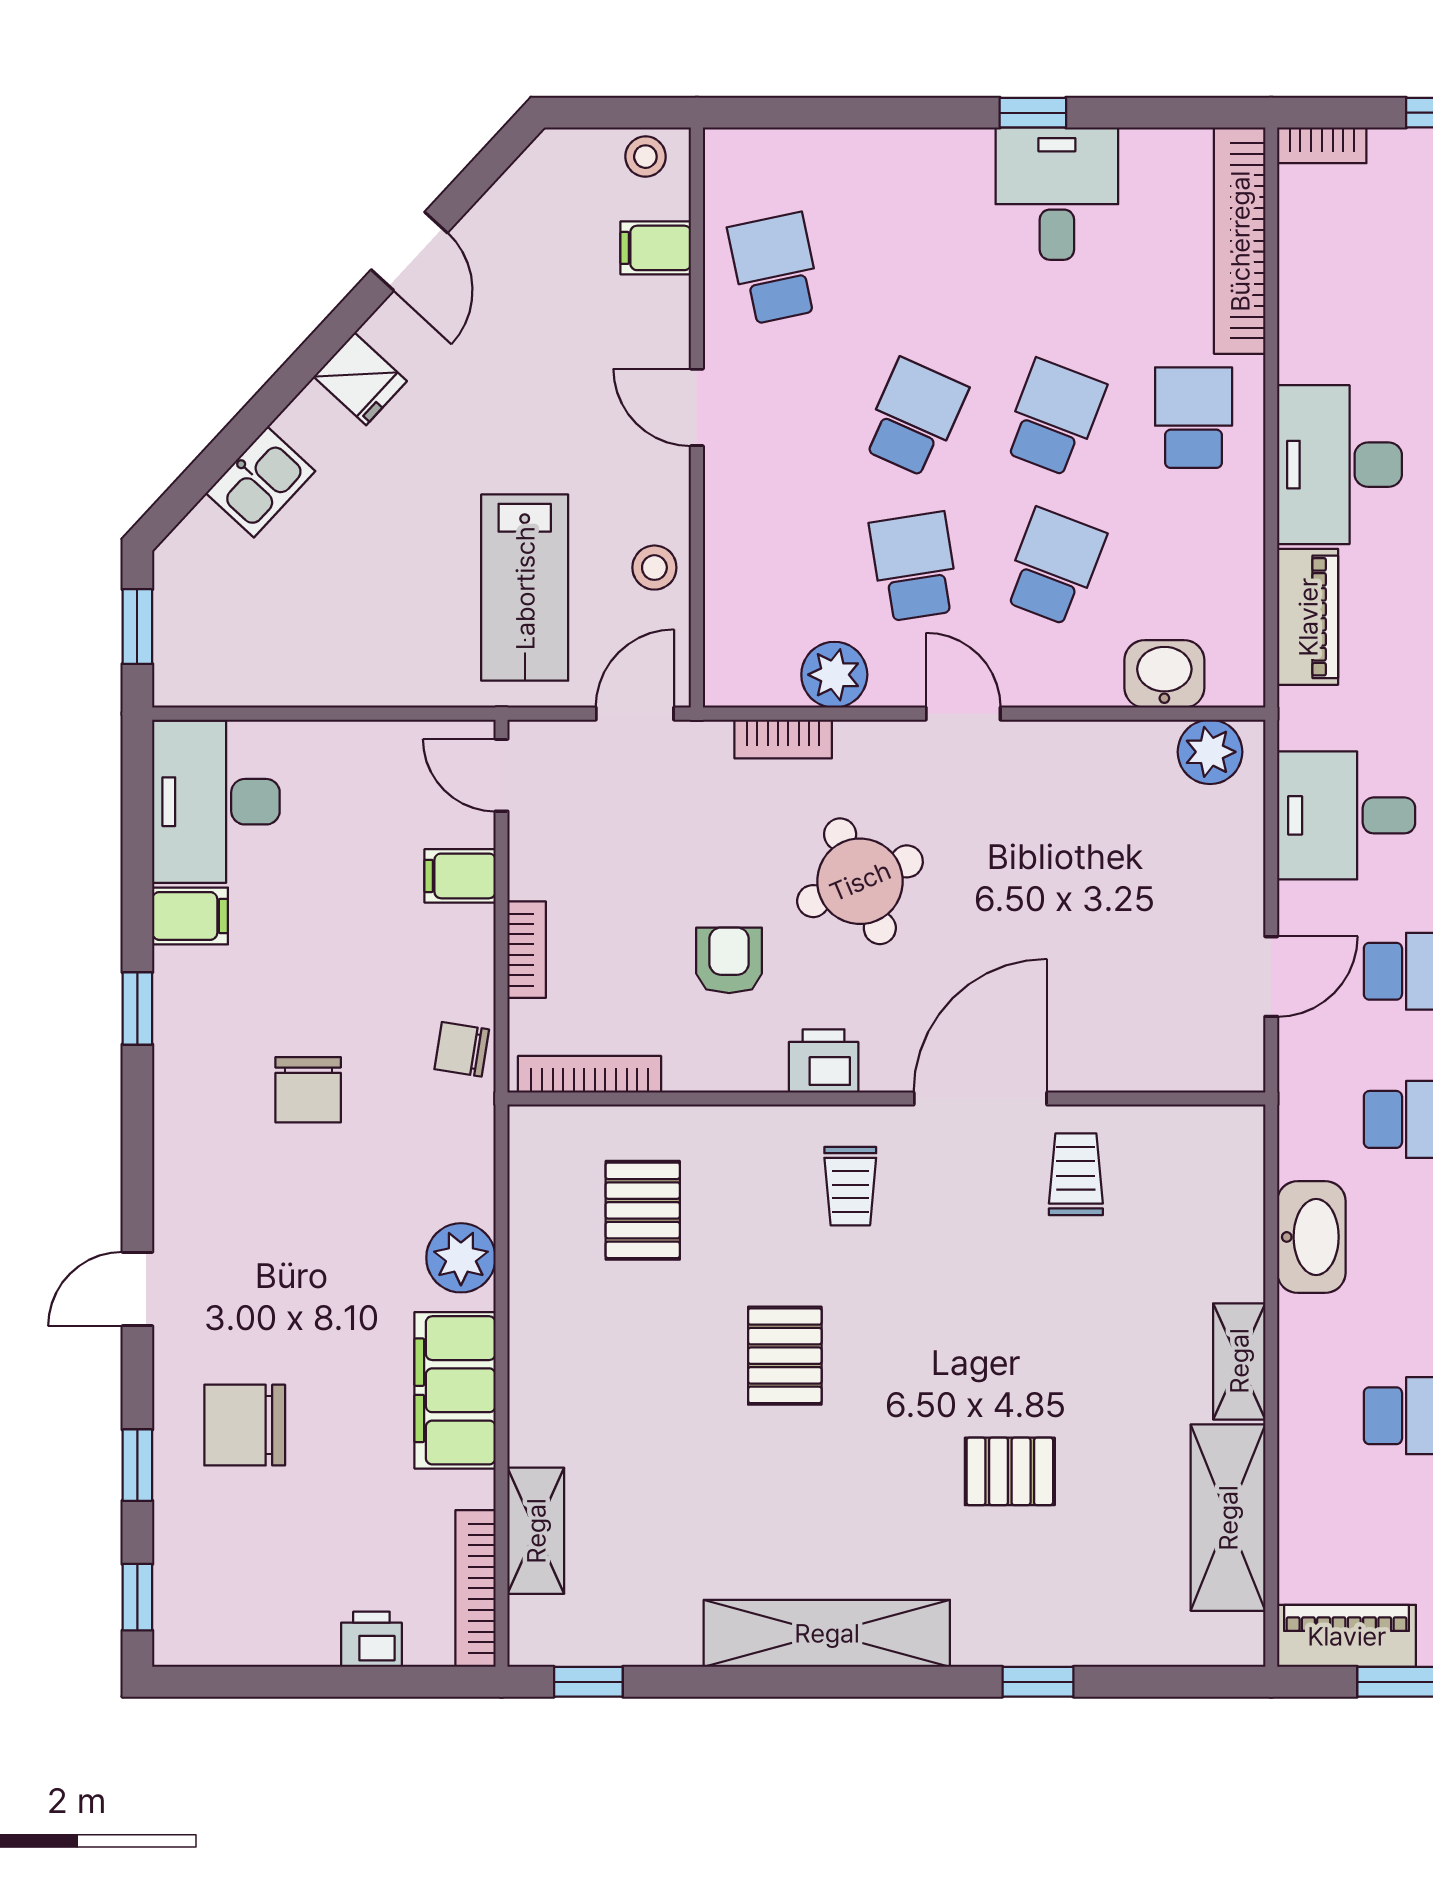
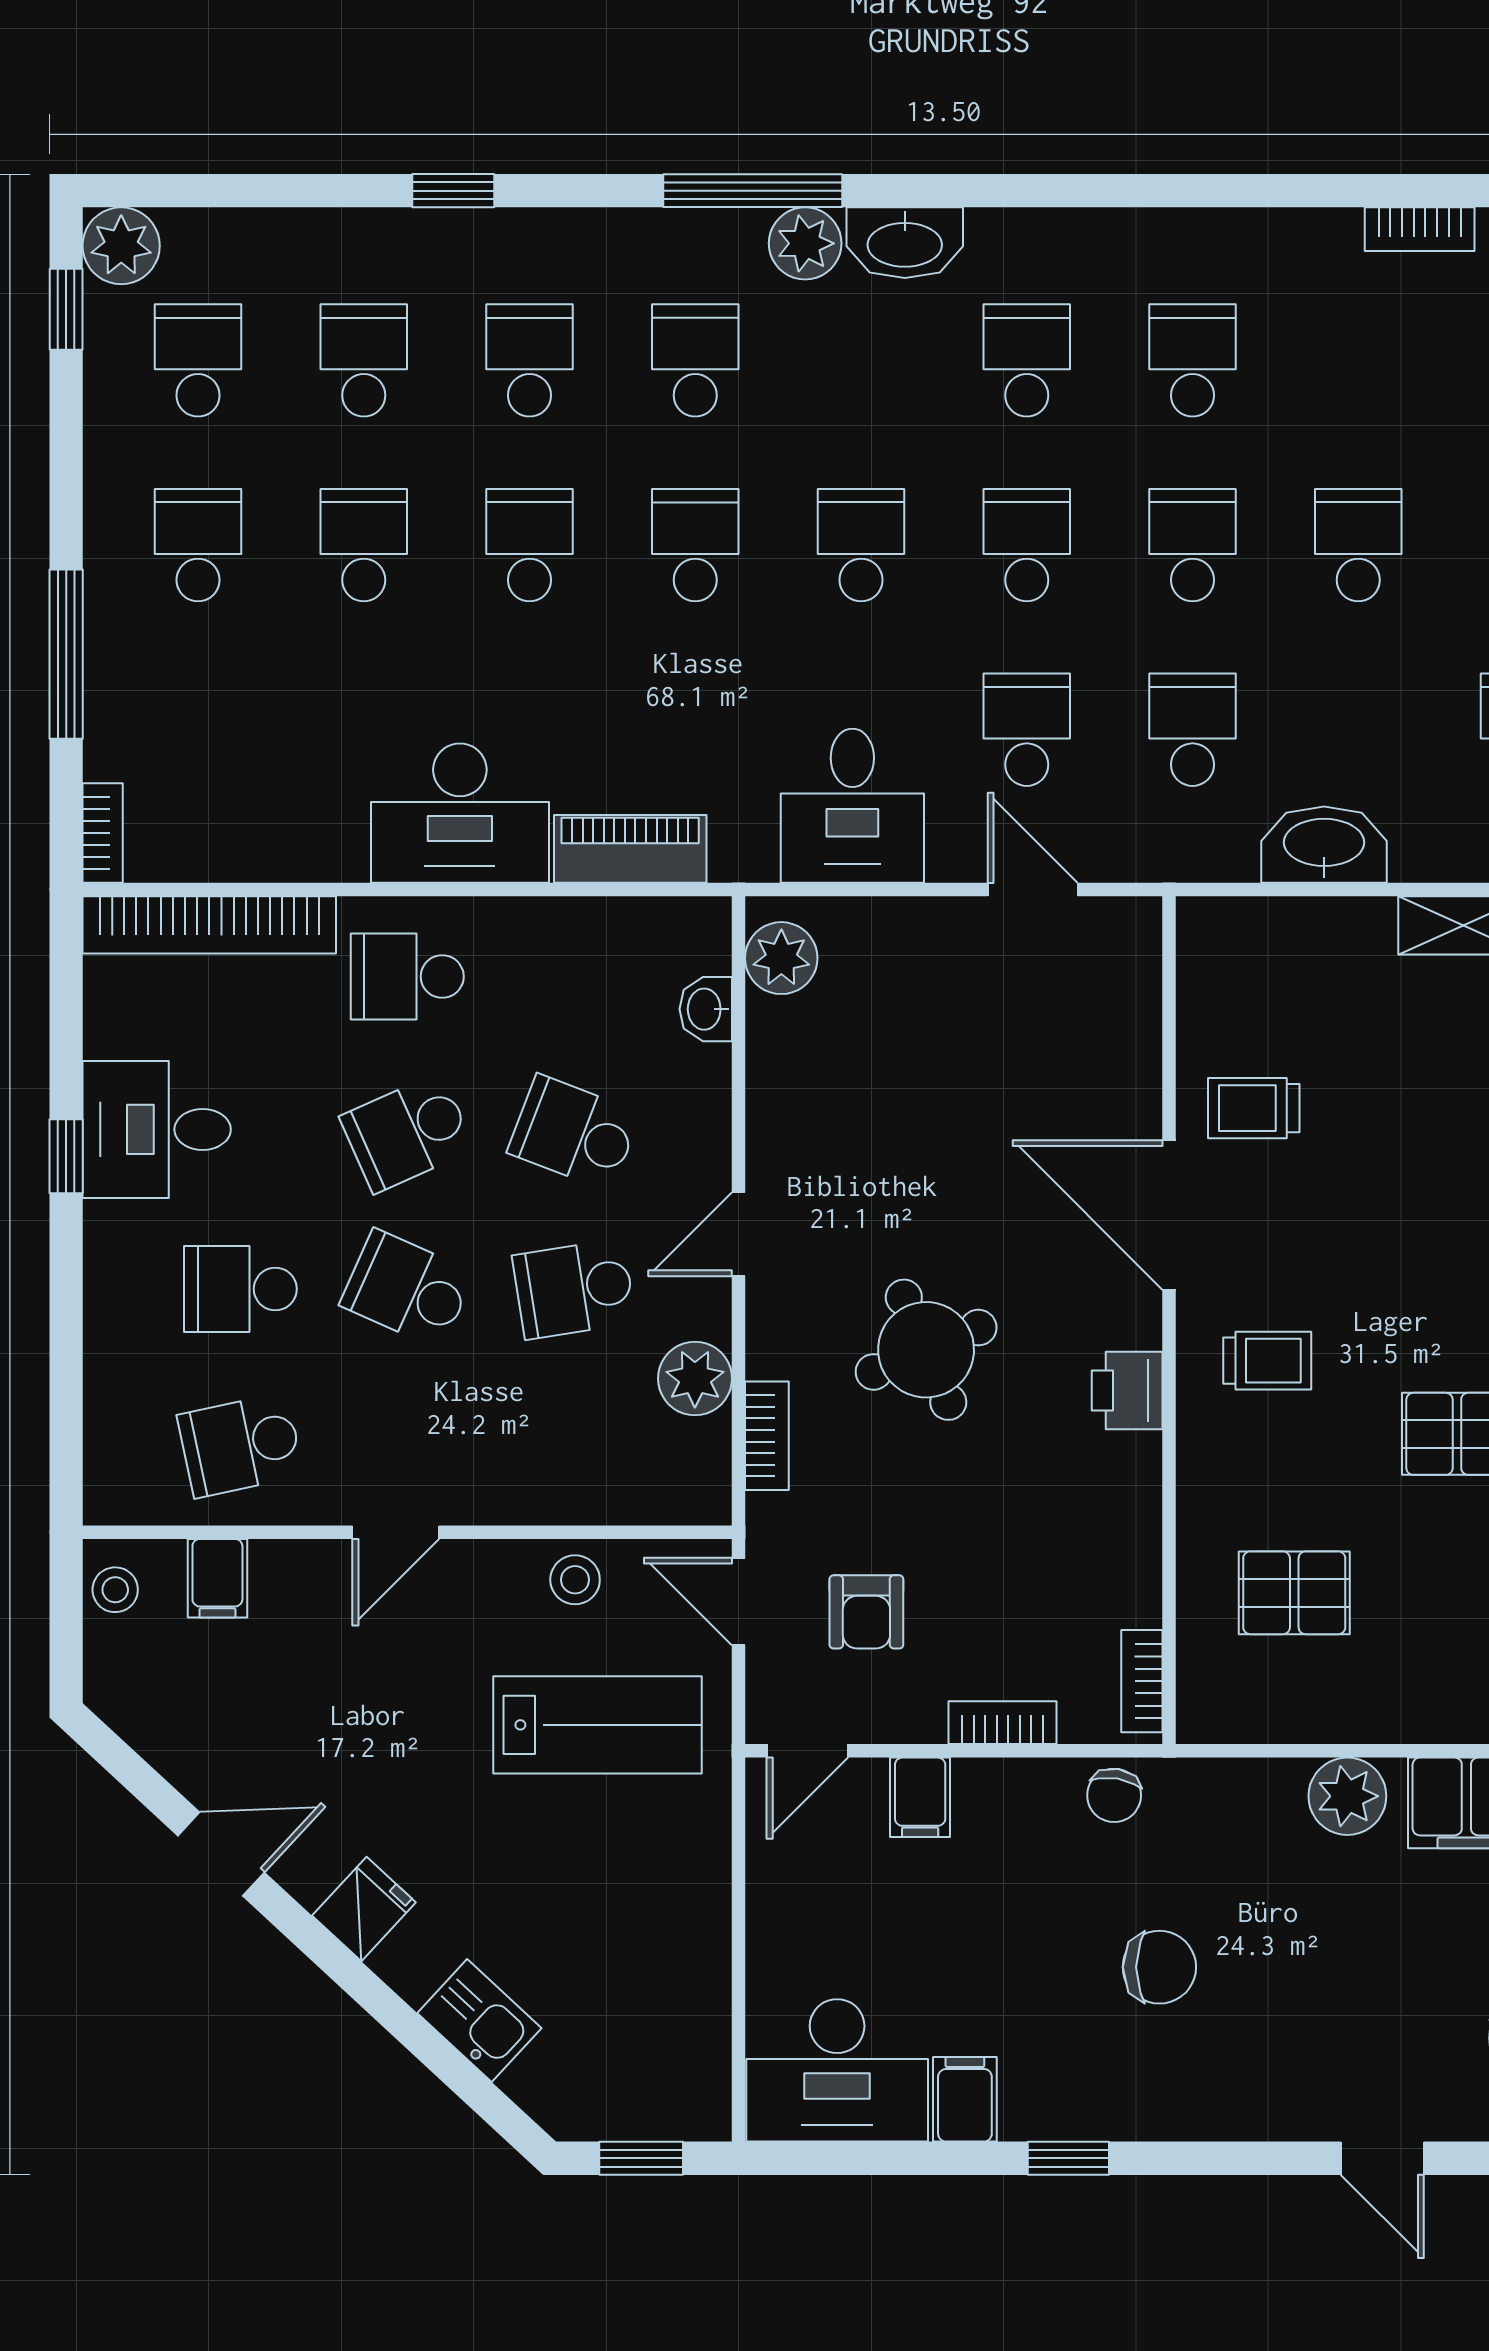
school desk: (914, 268) -> (240, 1289), added
school desk: (1054, 418) -> (407, 1133), turned -45
washbasin: (1164, 674) -> (706, 1009), width x0.72, depth x0.69
armchair: (729, 960) -> (866, 1612), moved, turned -90
bookcase: (590, 1074) -> (1142, 1681), width x0.64

